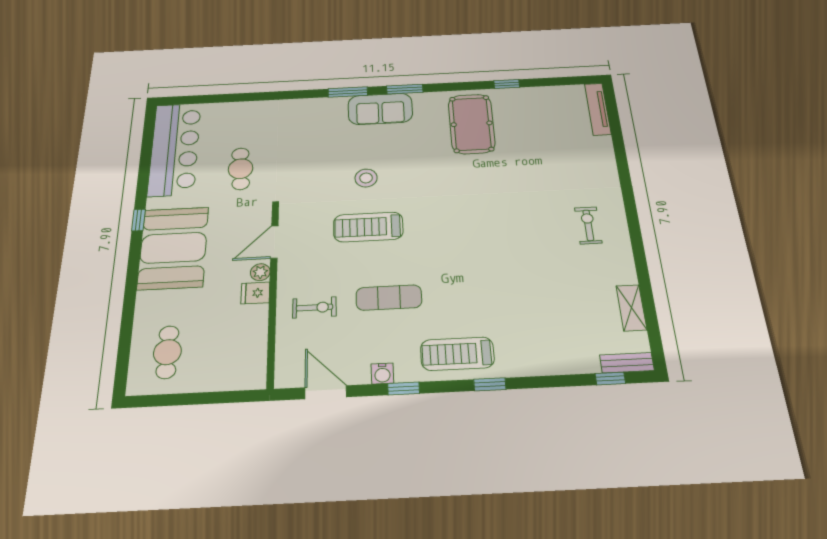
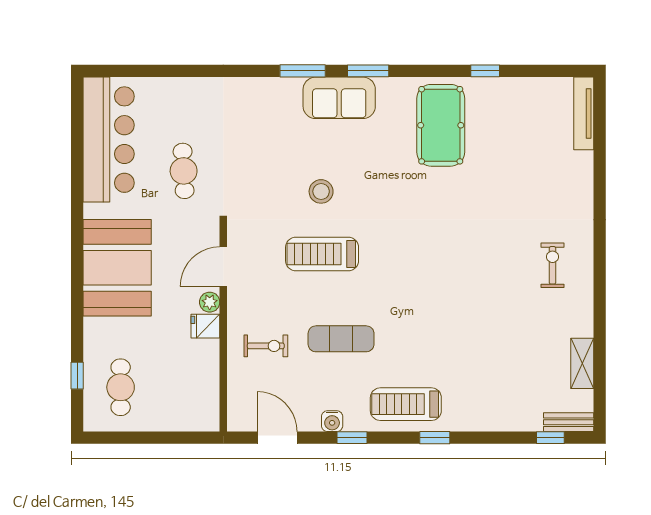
window: (139, 220) -> (77, 376), moved

